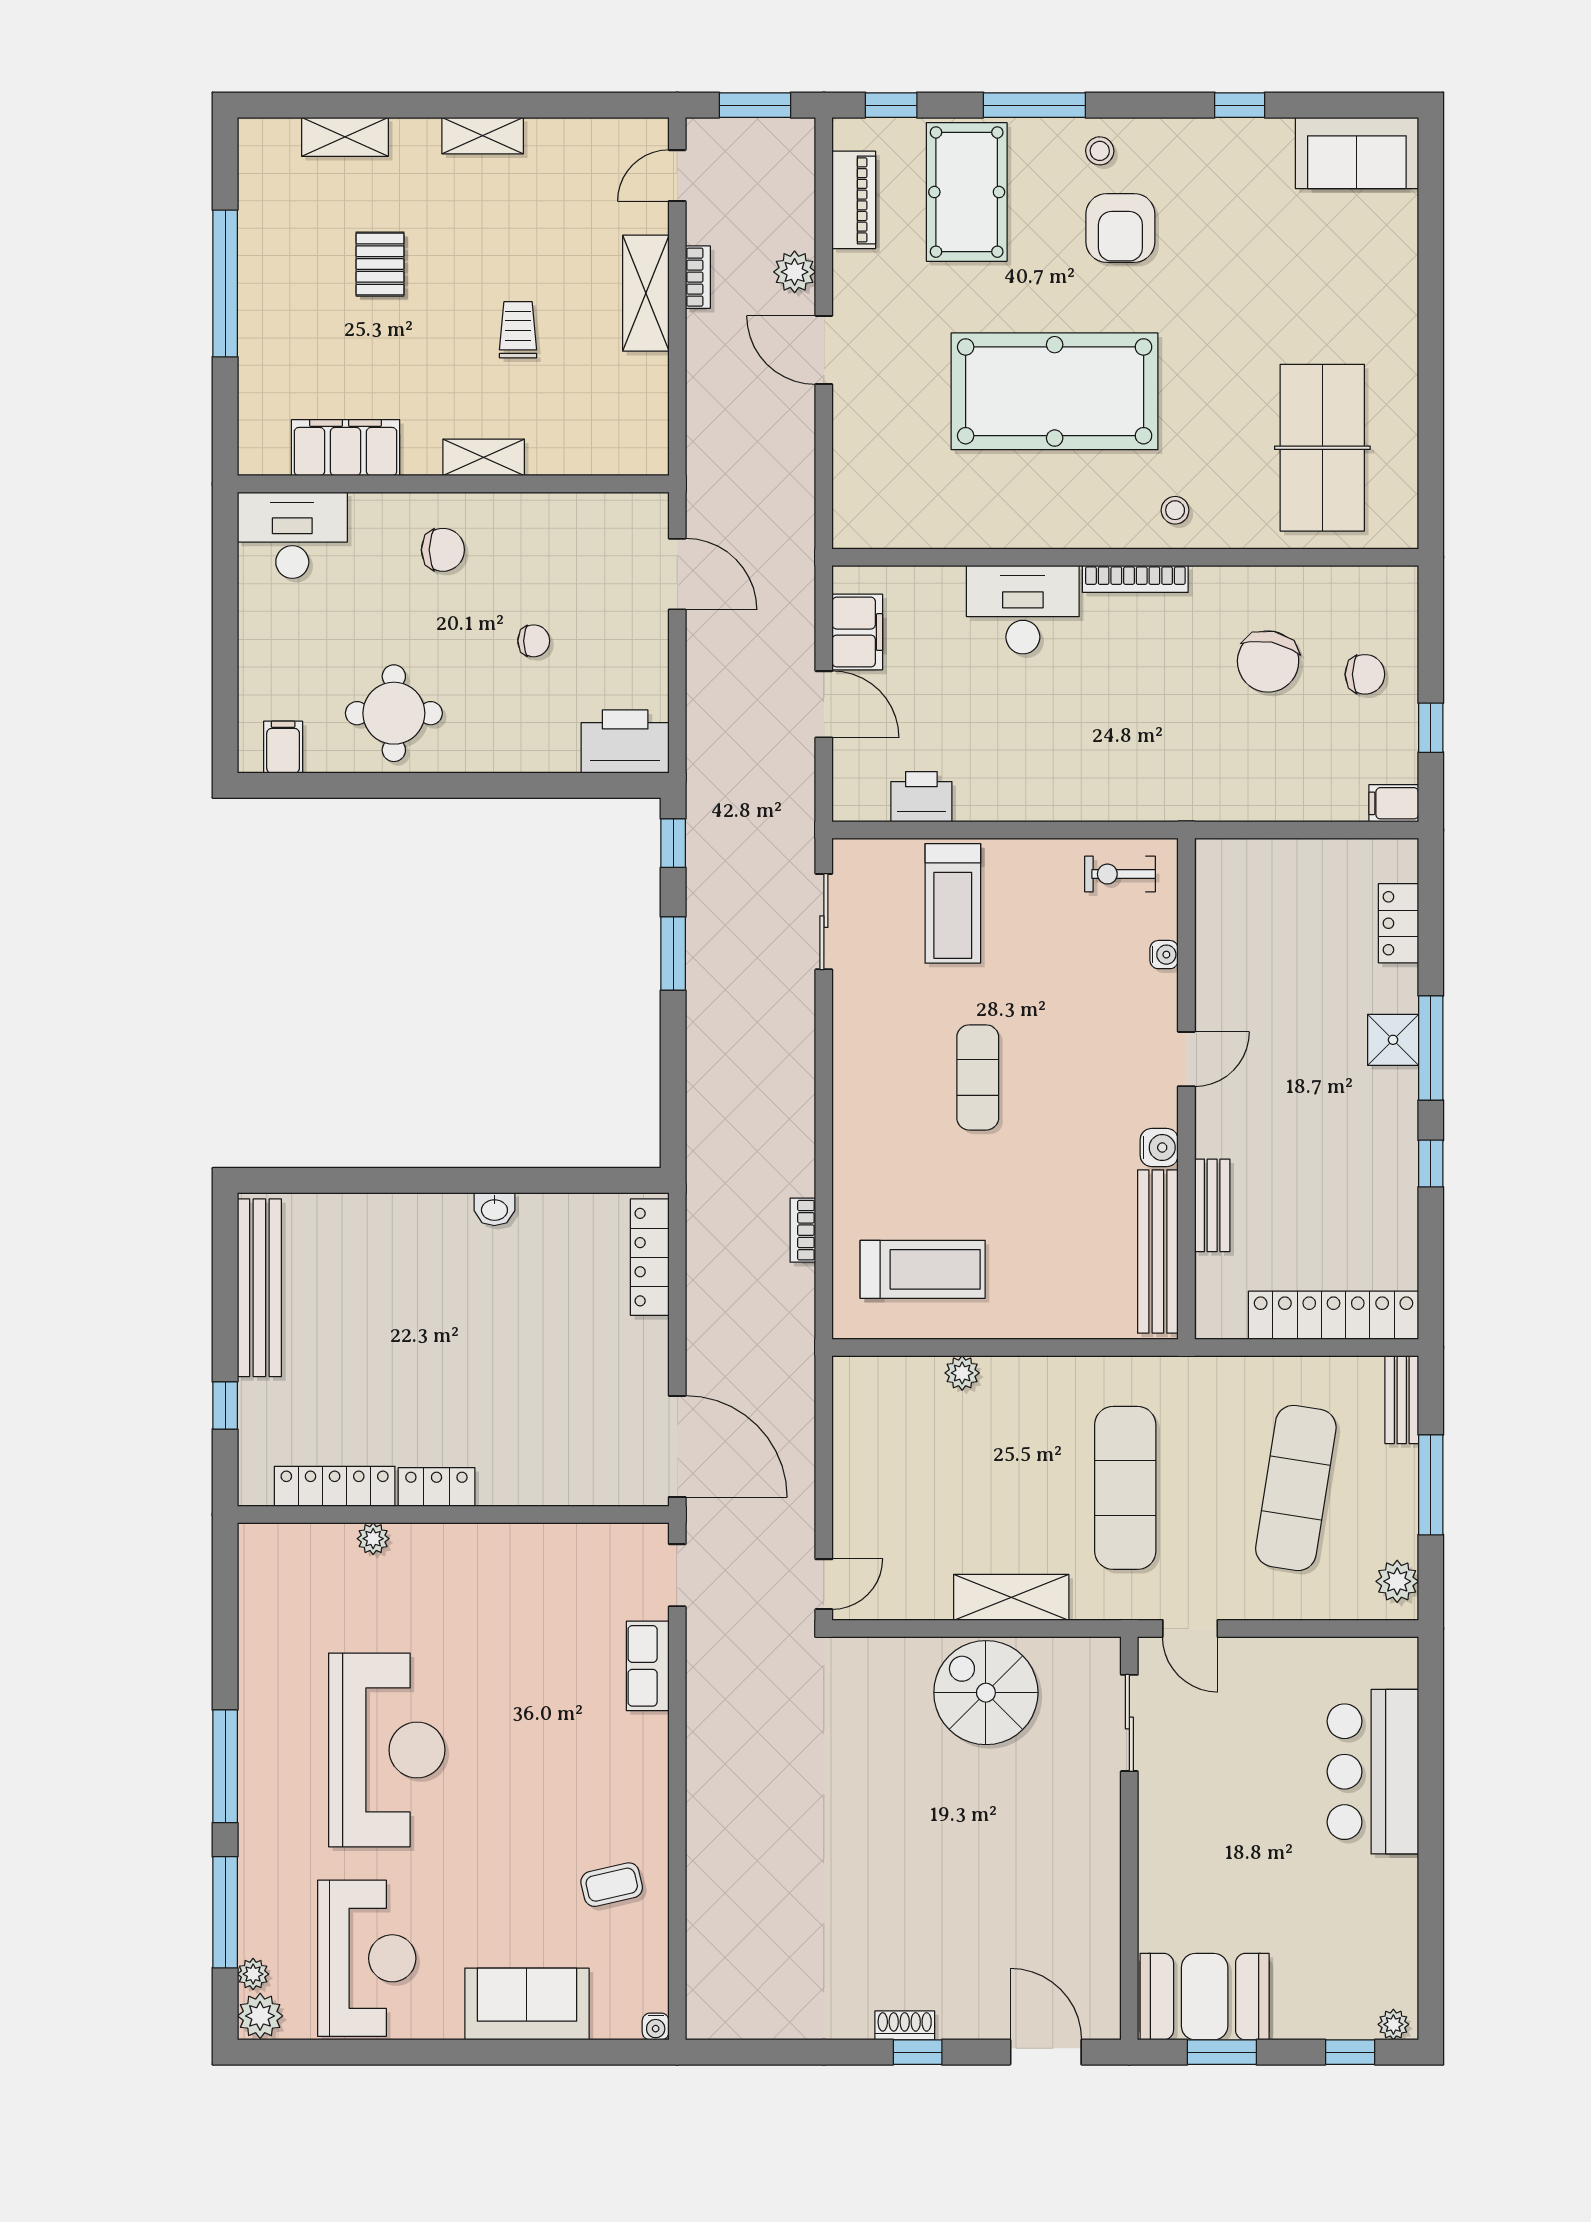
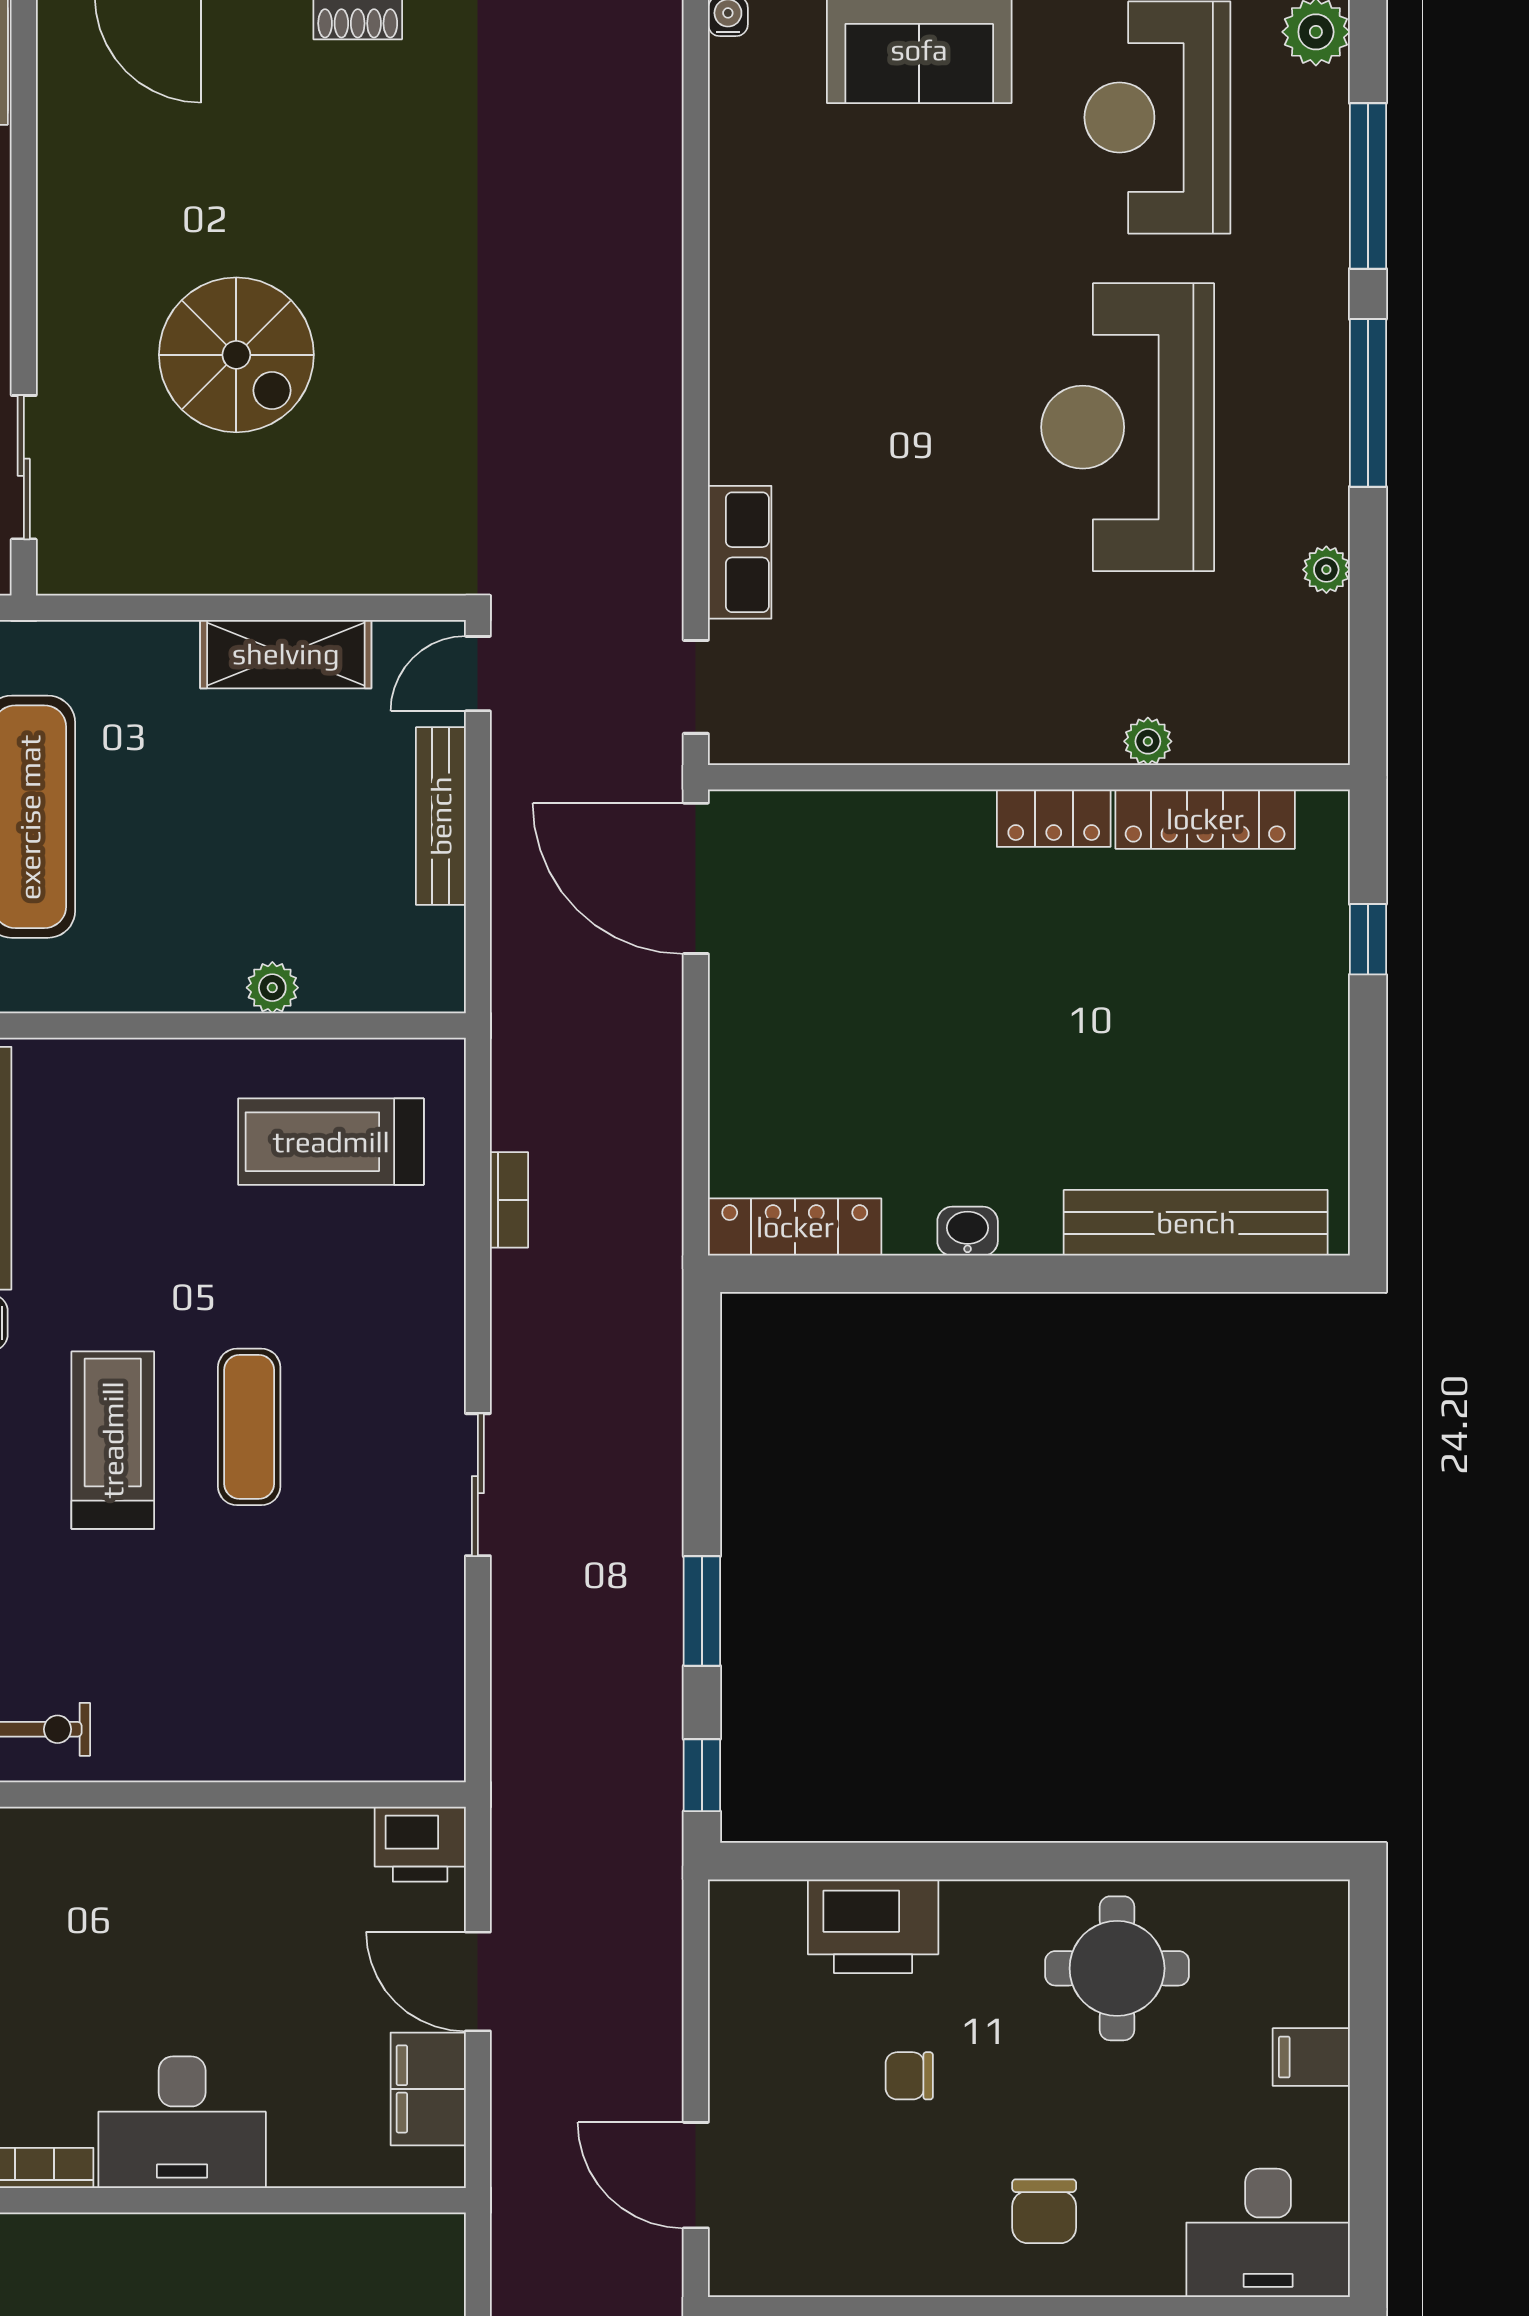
chair: (443, 550) -> (1044, 2211), turned -90
printer: (625, 742) -> (873, 1926), moved
filing cabinet: (283, 747) -> (1311, 2057), moved, turned 90
printer: (921, 797) -> (420, 1844), moved
treadmill: (953, 903) -> (113, 1440), moved
sliding door: (824, 922) -> (478, 1485), moved
locker: (650, 1257) -> (795, 1227), moved, turned -90
bench: (259, 1288) -> (1196, 1223), moved, turned 90
bench: (849, 1488) -> (441, 816), added
shelving: (1011, 1597) -> (286, 654), moved
spiral stairs: (986, 1693) -> (236, 355), moved
coffee table: (612, 1885) -> (793, 227), removed
plant: (253, 1974) -> (1326, 570), moved

